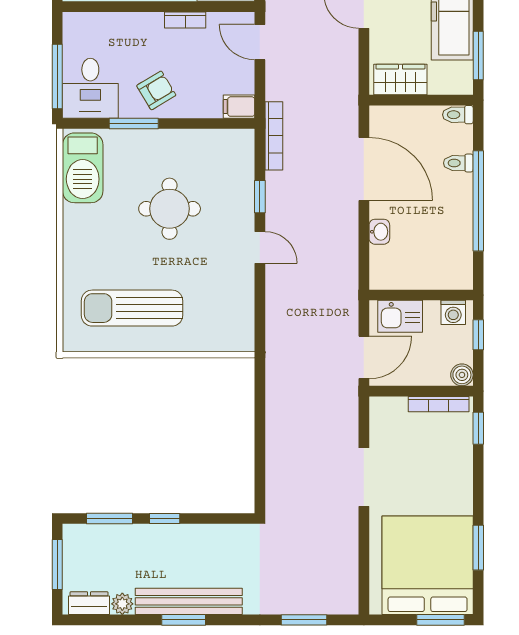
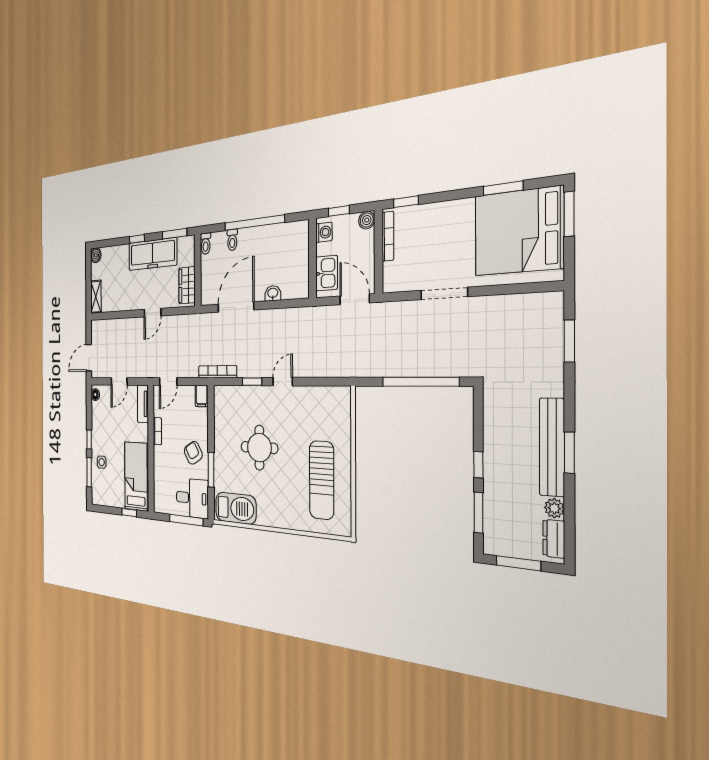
window: (260, 446) -> (420, 382), added

